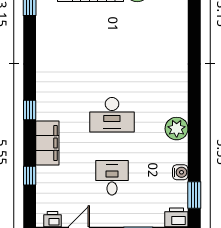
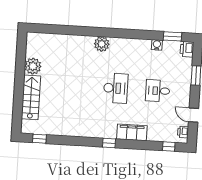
plant: (177, 129) -> (102, 44), moved
window: (30, 176) -> (169, 147), moved

